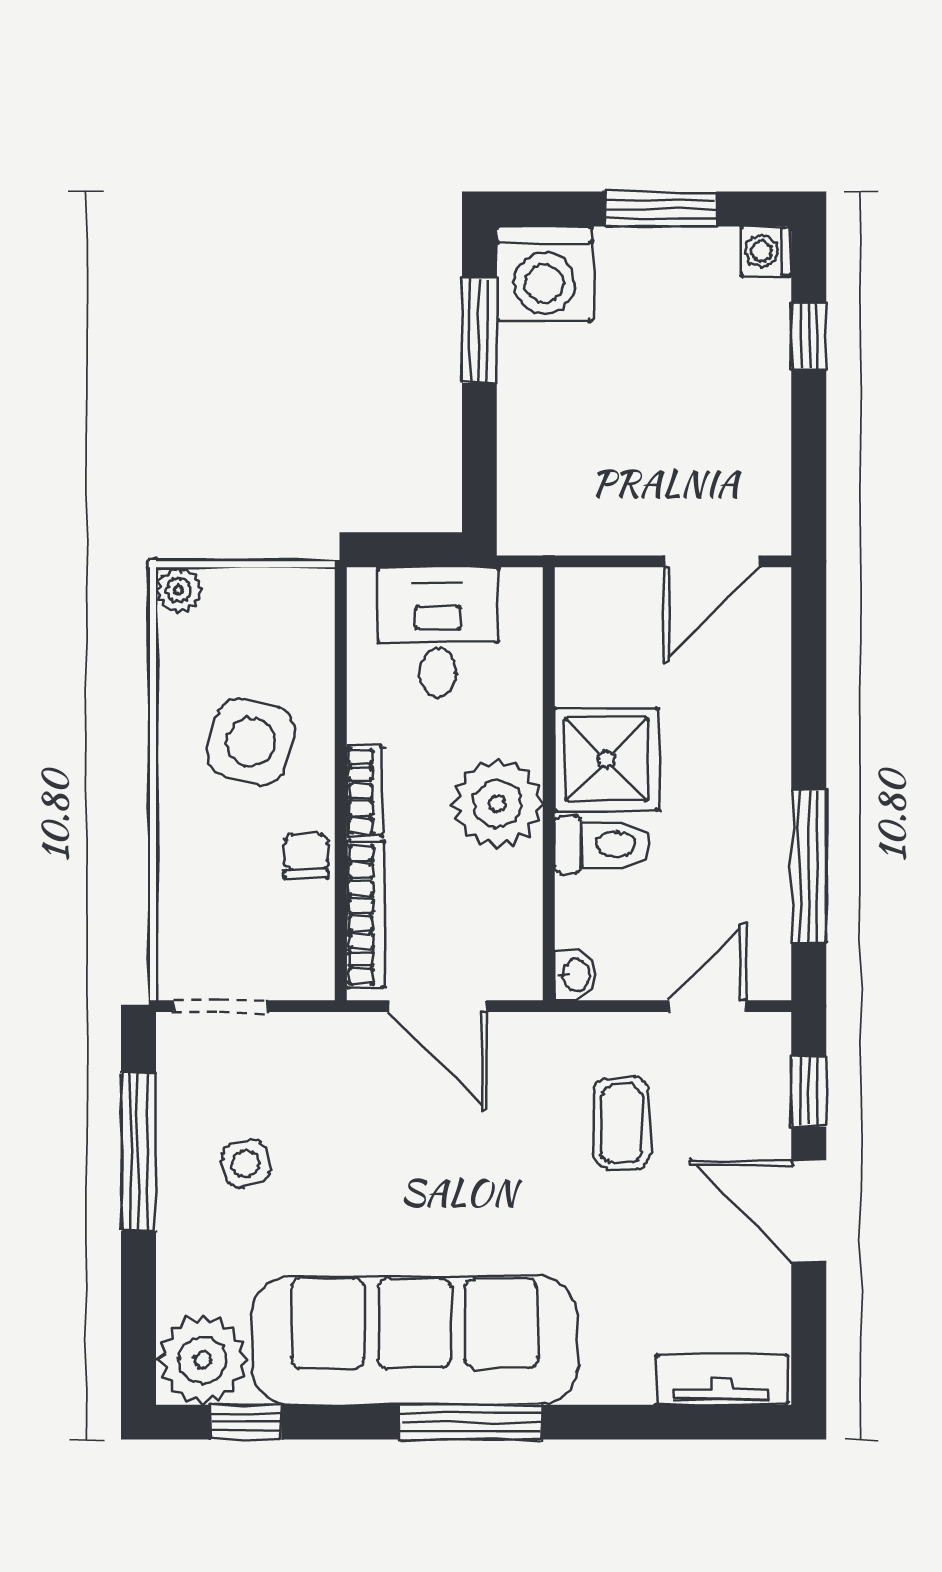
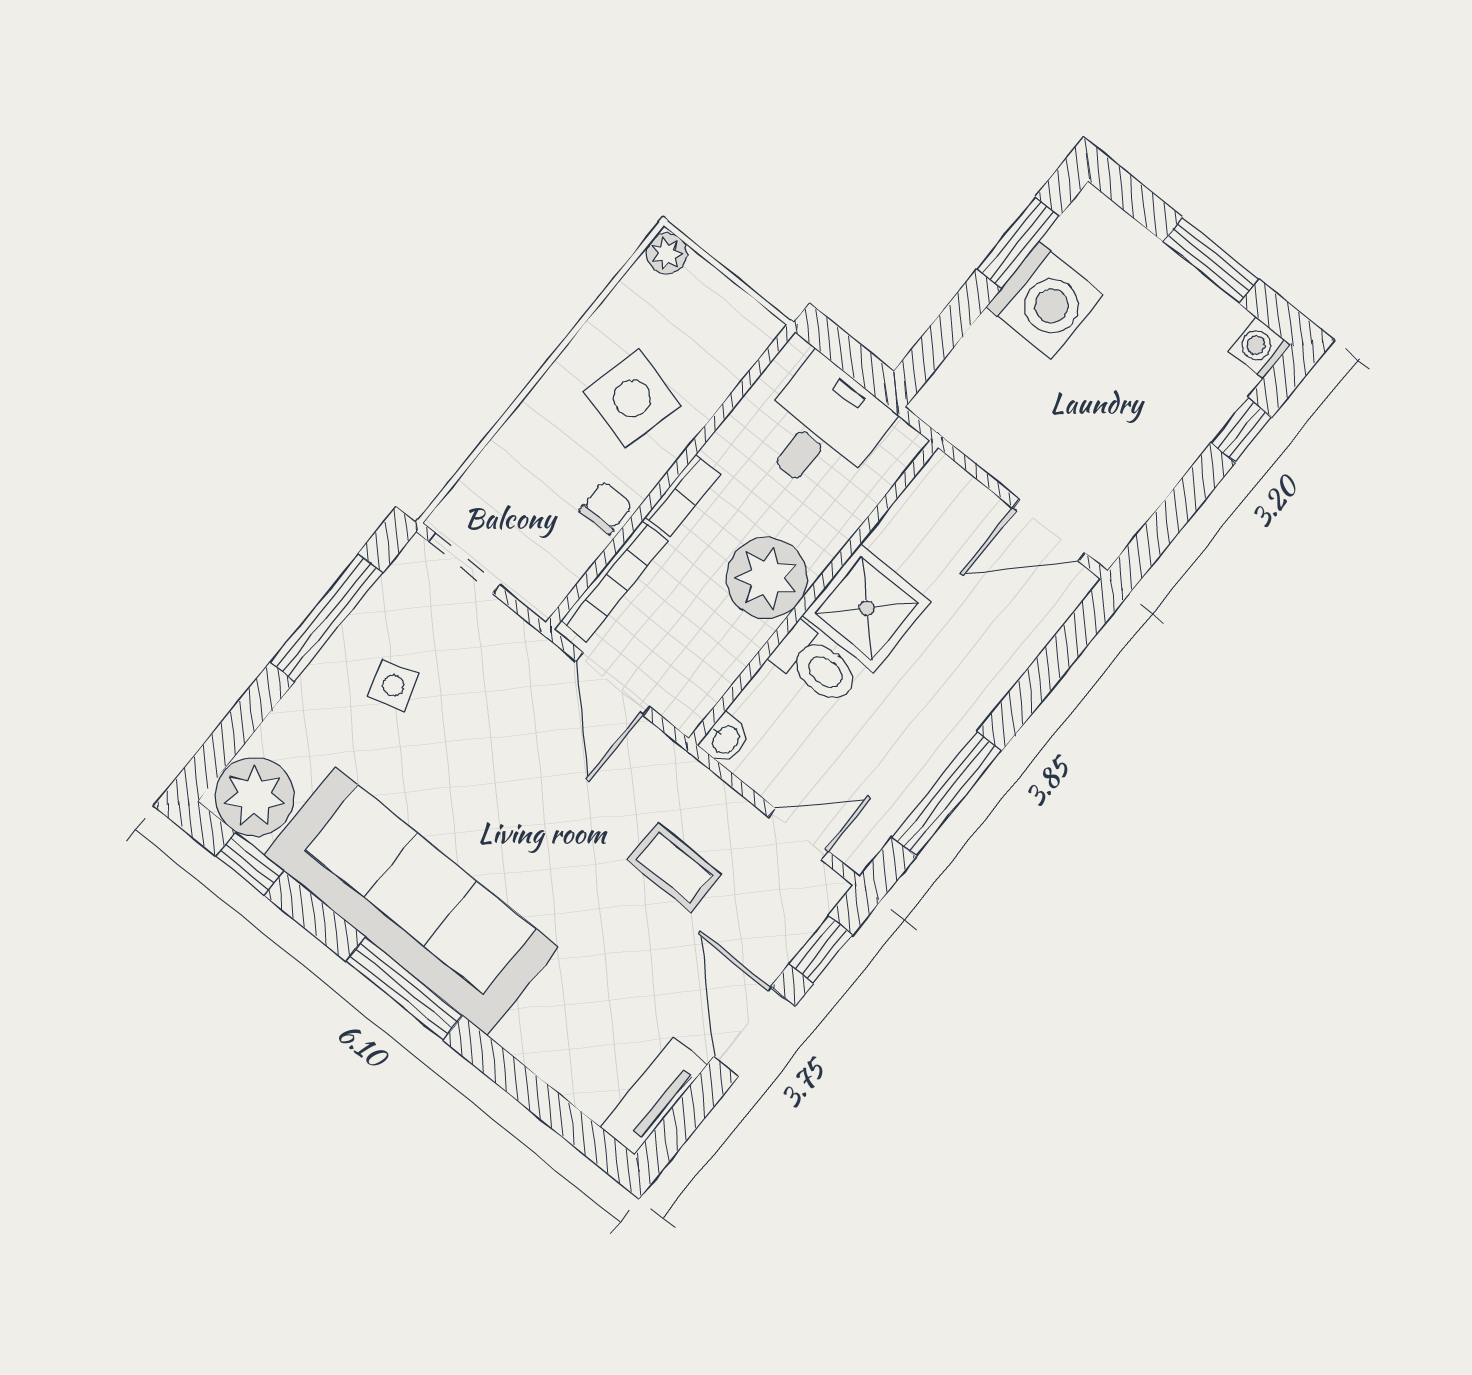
washing machine: (544, 274) -> (1045, 301), moved, turned -90
coffee table: (622, 1123) -> (674, 867), turned 90
tv unit: (721, 1380) -> (654, 1096), moved, turned -90

